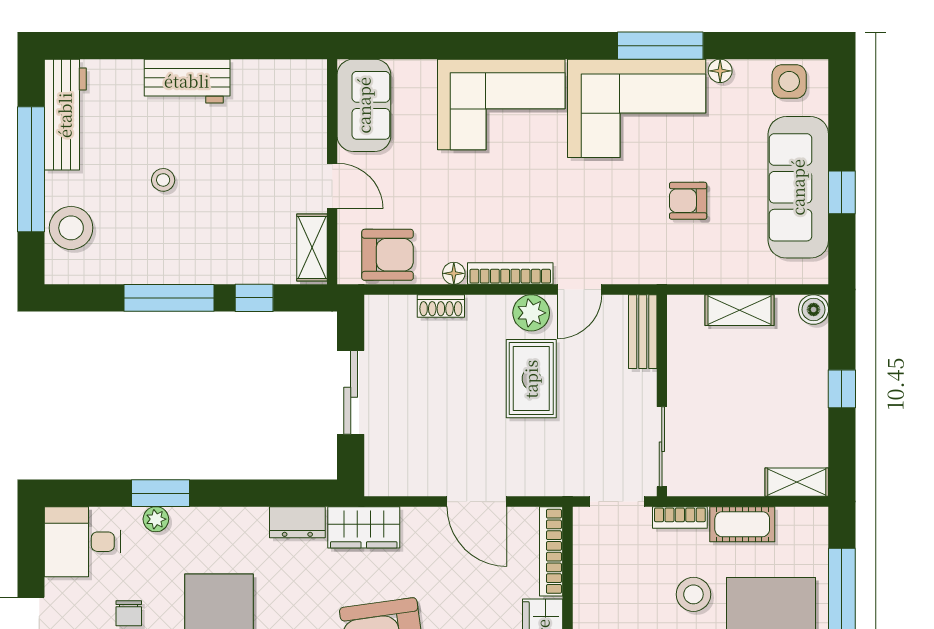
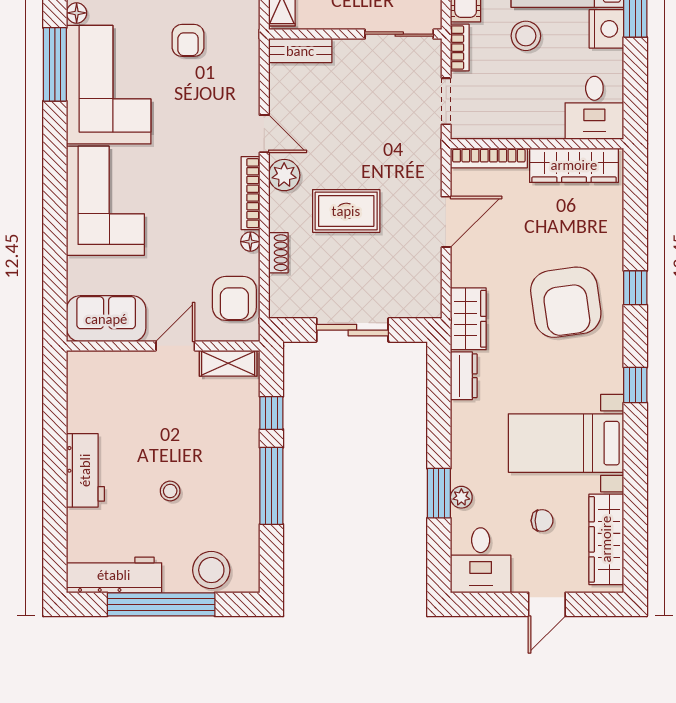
armchair: (388, 255) -> (234, 298), turned 180
bench: (643, 332) -> (300, 51), moved
rug: (531, 379) -> (346, 211), moved
wall: (662, 396) -> (355, 34), moved
sliding door: (662, 447) -> (399, 34), moved

